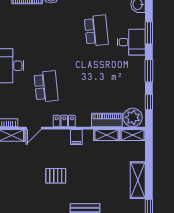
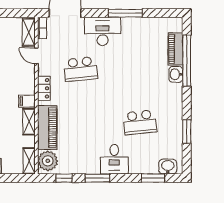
window: (149, 33) -> (153, 178), moved
desk: (131, 42) -> (114, 159), moved
piano: (107, 120) -> (47, 128), width x1.37, depth x1.33
shelving: (107, 135) -> (29, 122), moved

